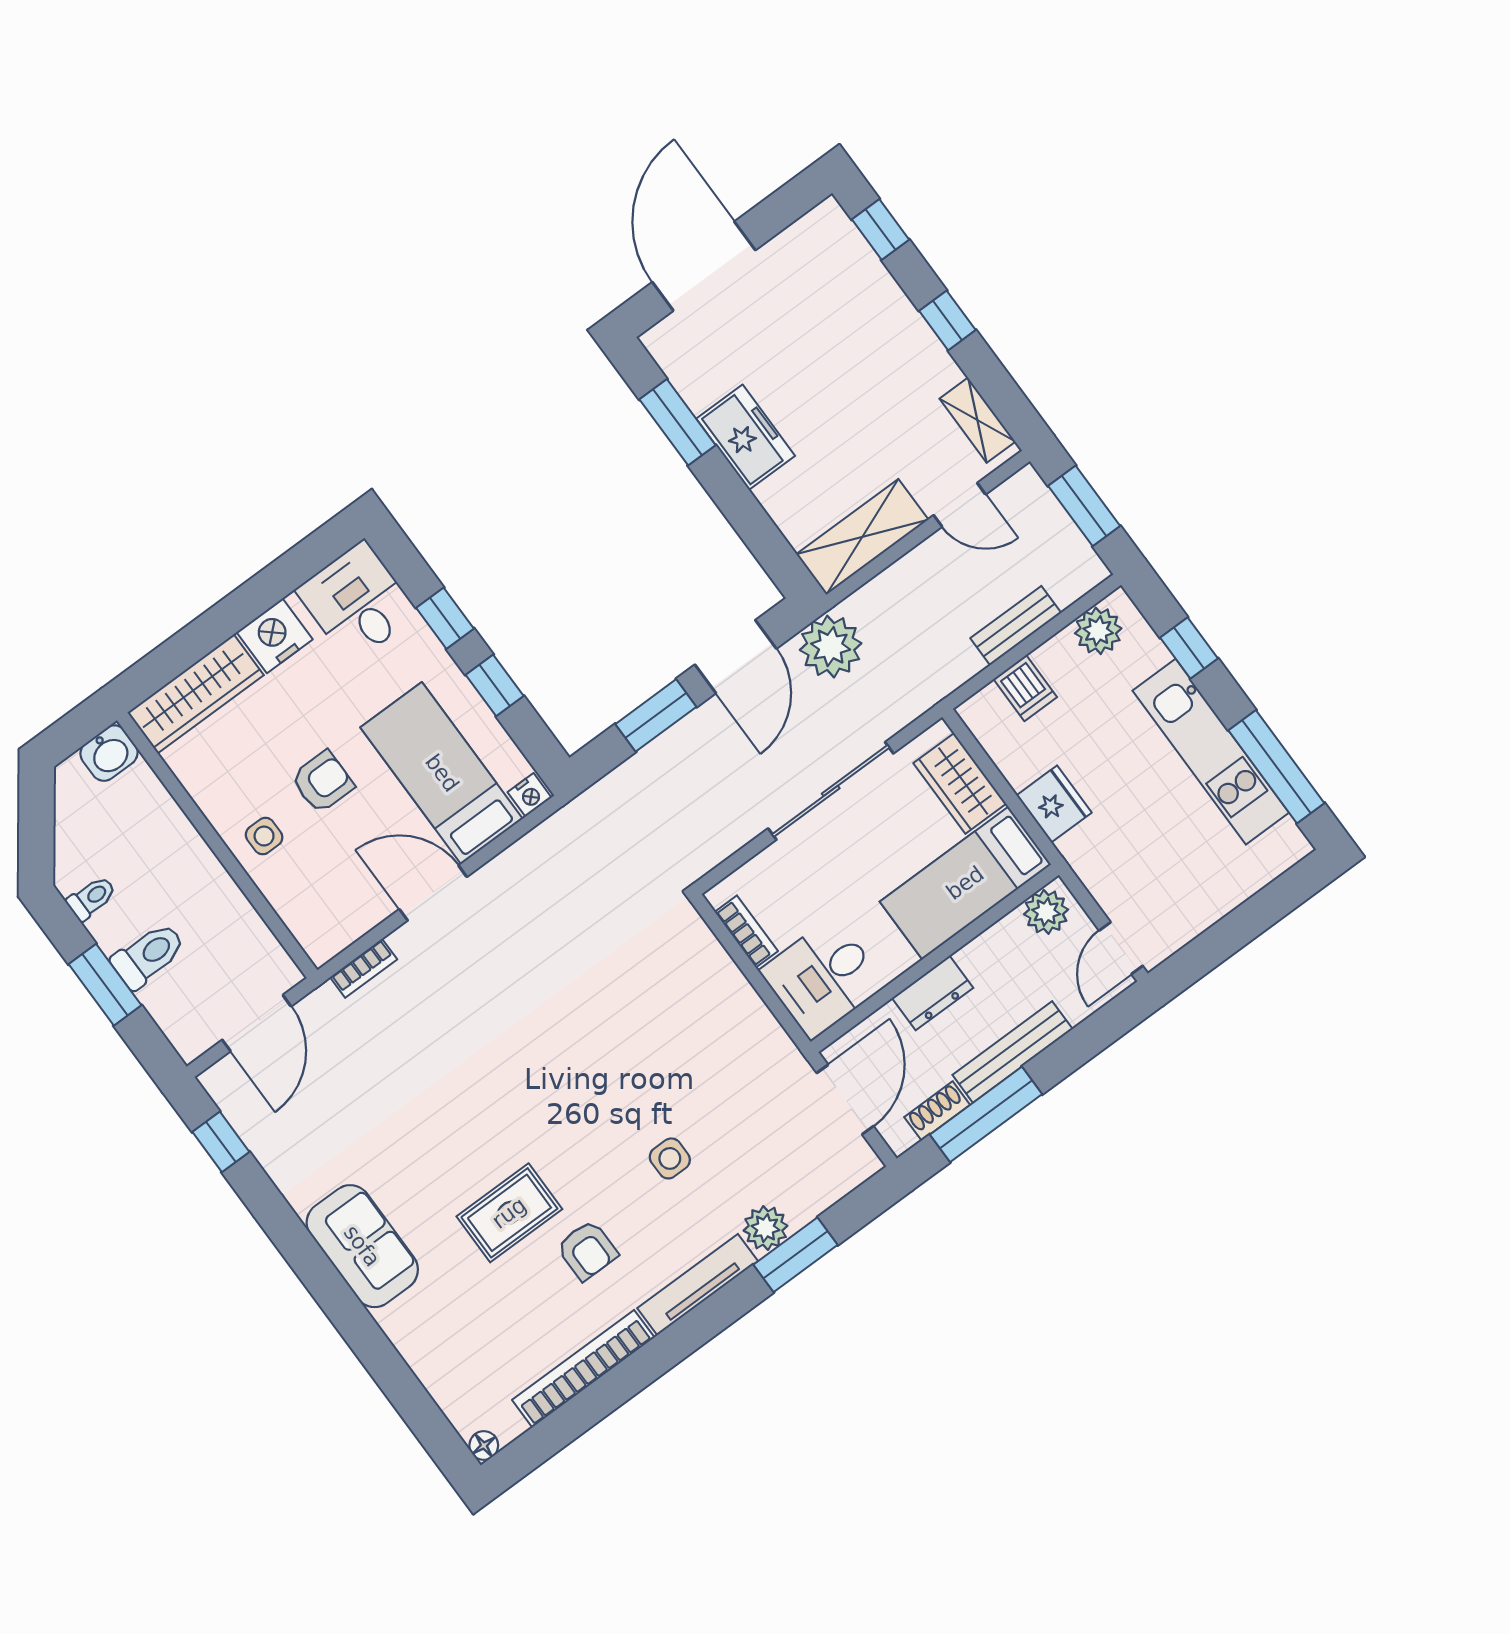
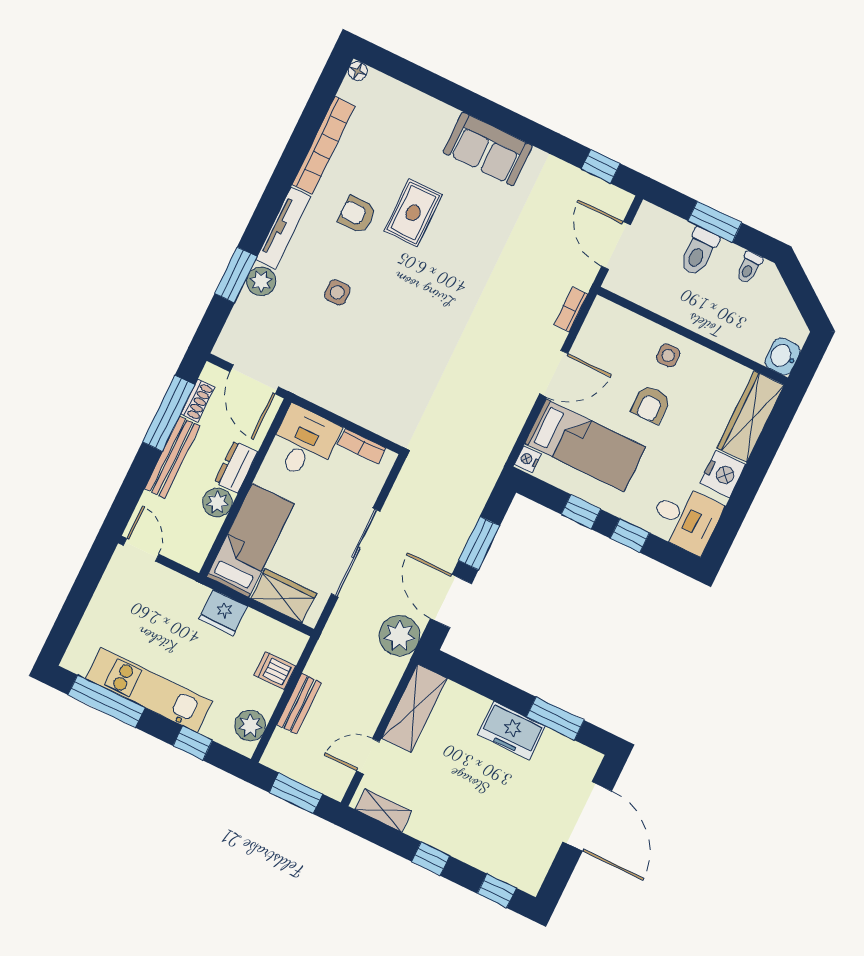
plant: (1046, 912) -> (217, 502), moved

